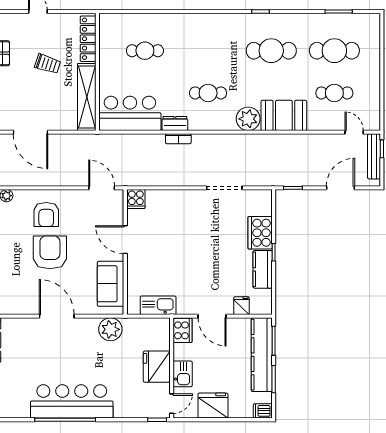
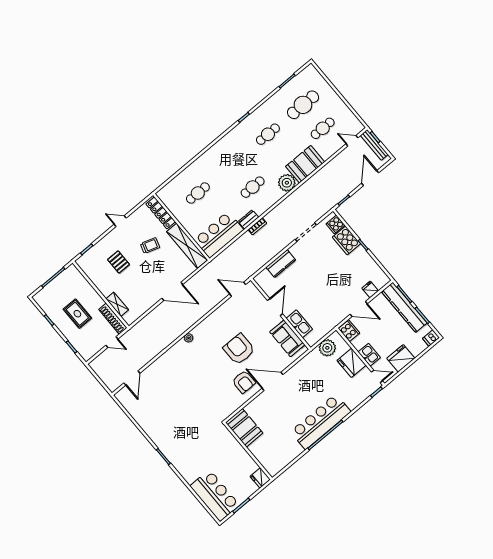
cafe table: (271, 51) -> (268, 134), width x0.73, depth x0.74
cooker: (136, 199) -> (335, 224), moved, turned 90
armchair: (46, 215) -> (244, 382), moved
door: (125, 240) -> (275, 307), swing flipped
kitchen counter: (263, 269) -> (281, 264), moved, turned -90
kitchen sink: (158, 305) -> (299, 324), moved, turned 90
plant: (110, 329) -> (327, 348), moved
door: (172, 404) -> (377, 376), hinge flipped

